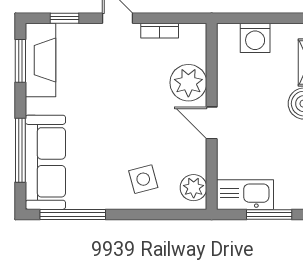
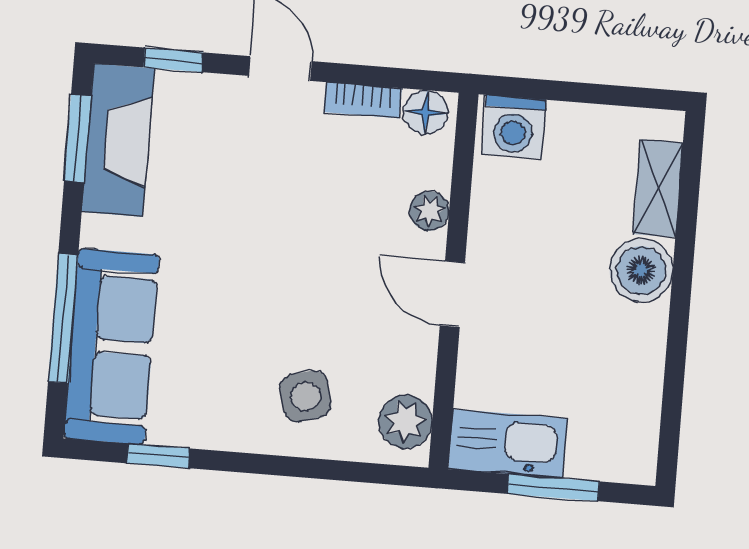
floor lamp: (191, 34) -> (426, 112), added
washing machine: (255, 38) -> (514, 127), moved
plant: (188, 83) -> (429, 211), width x0.53, depth x0.53
window: (73, 214) -> (158, 456), width x0.46

